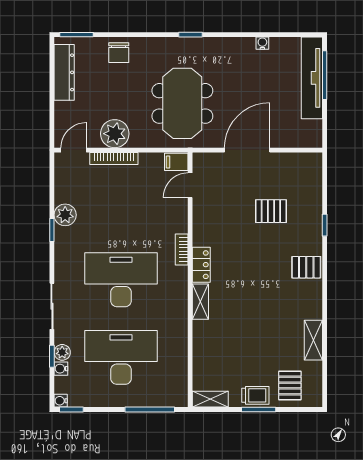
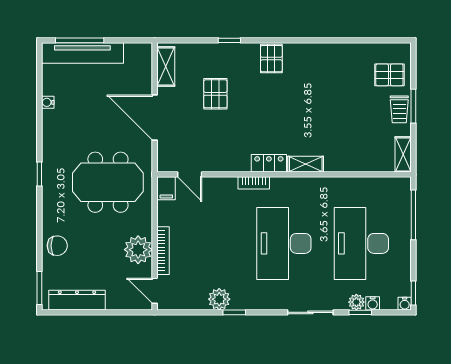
shelving: (313, 340) -> (166, 67), moved, turned 90
trolley: (255, 395) -> (399, 109), turned 180

